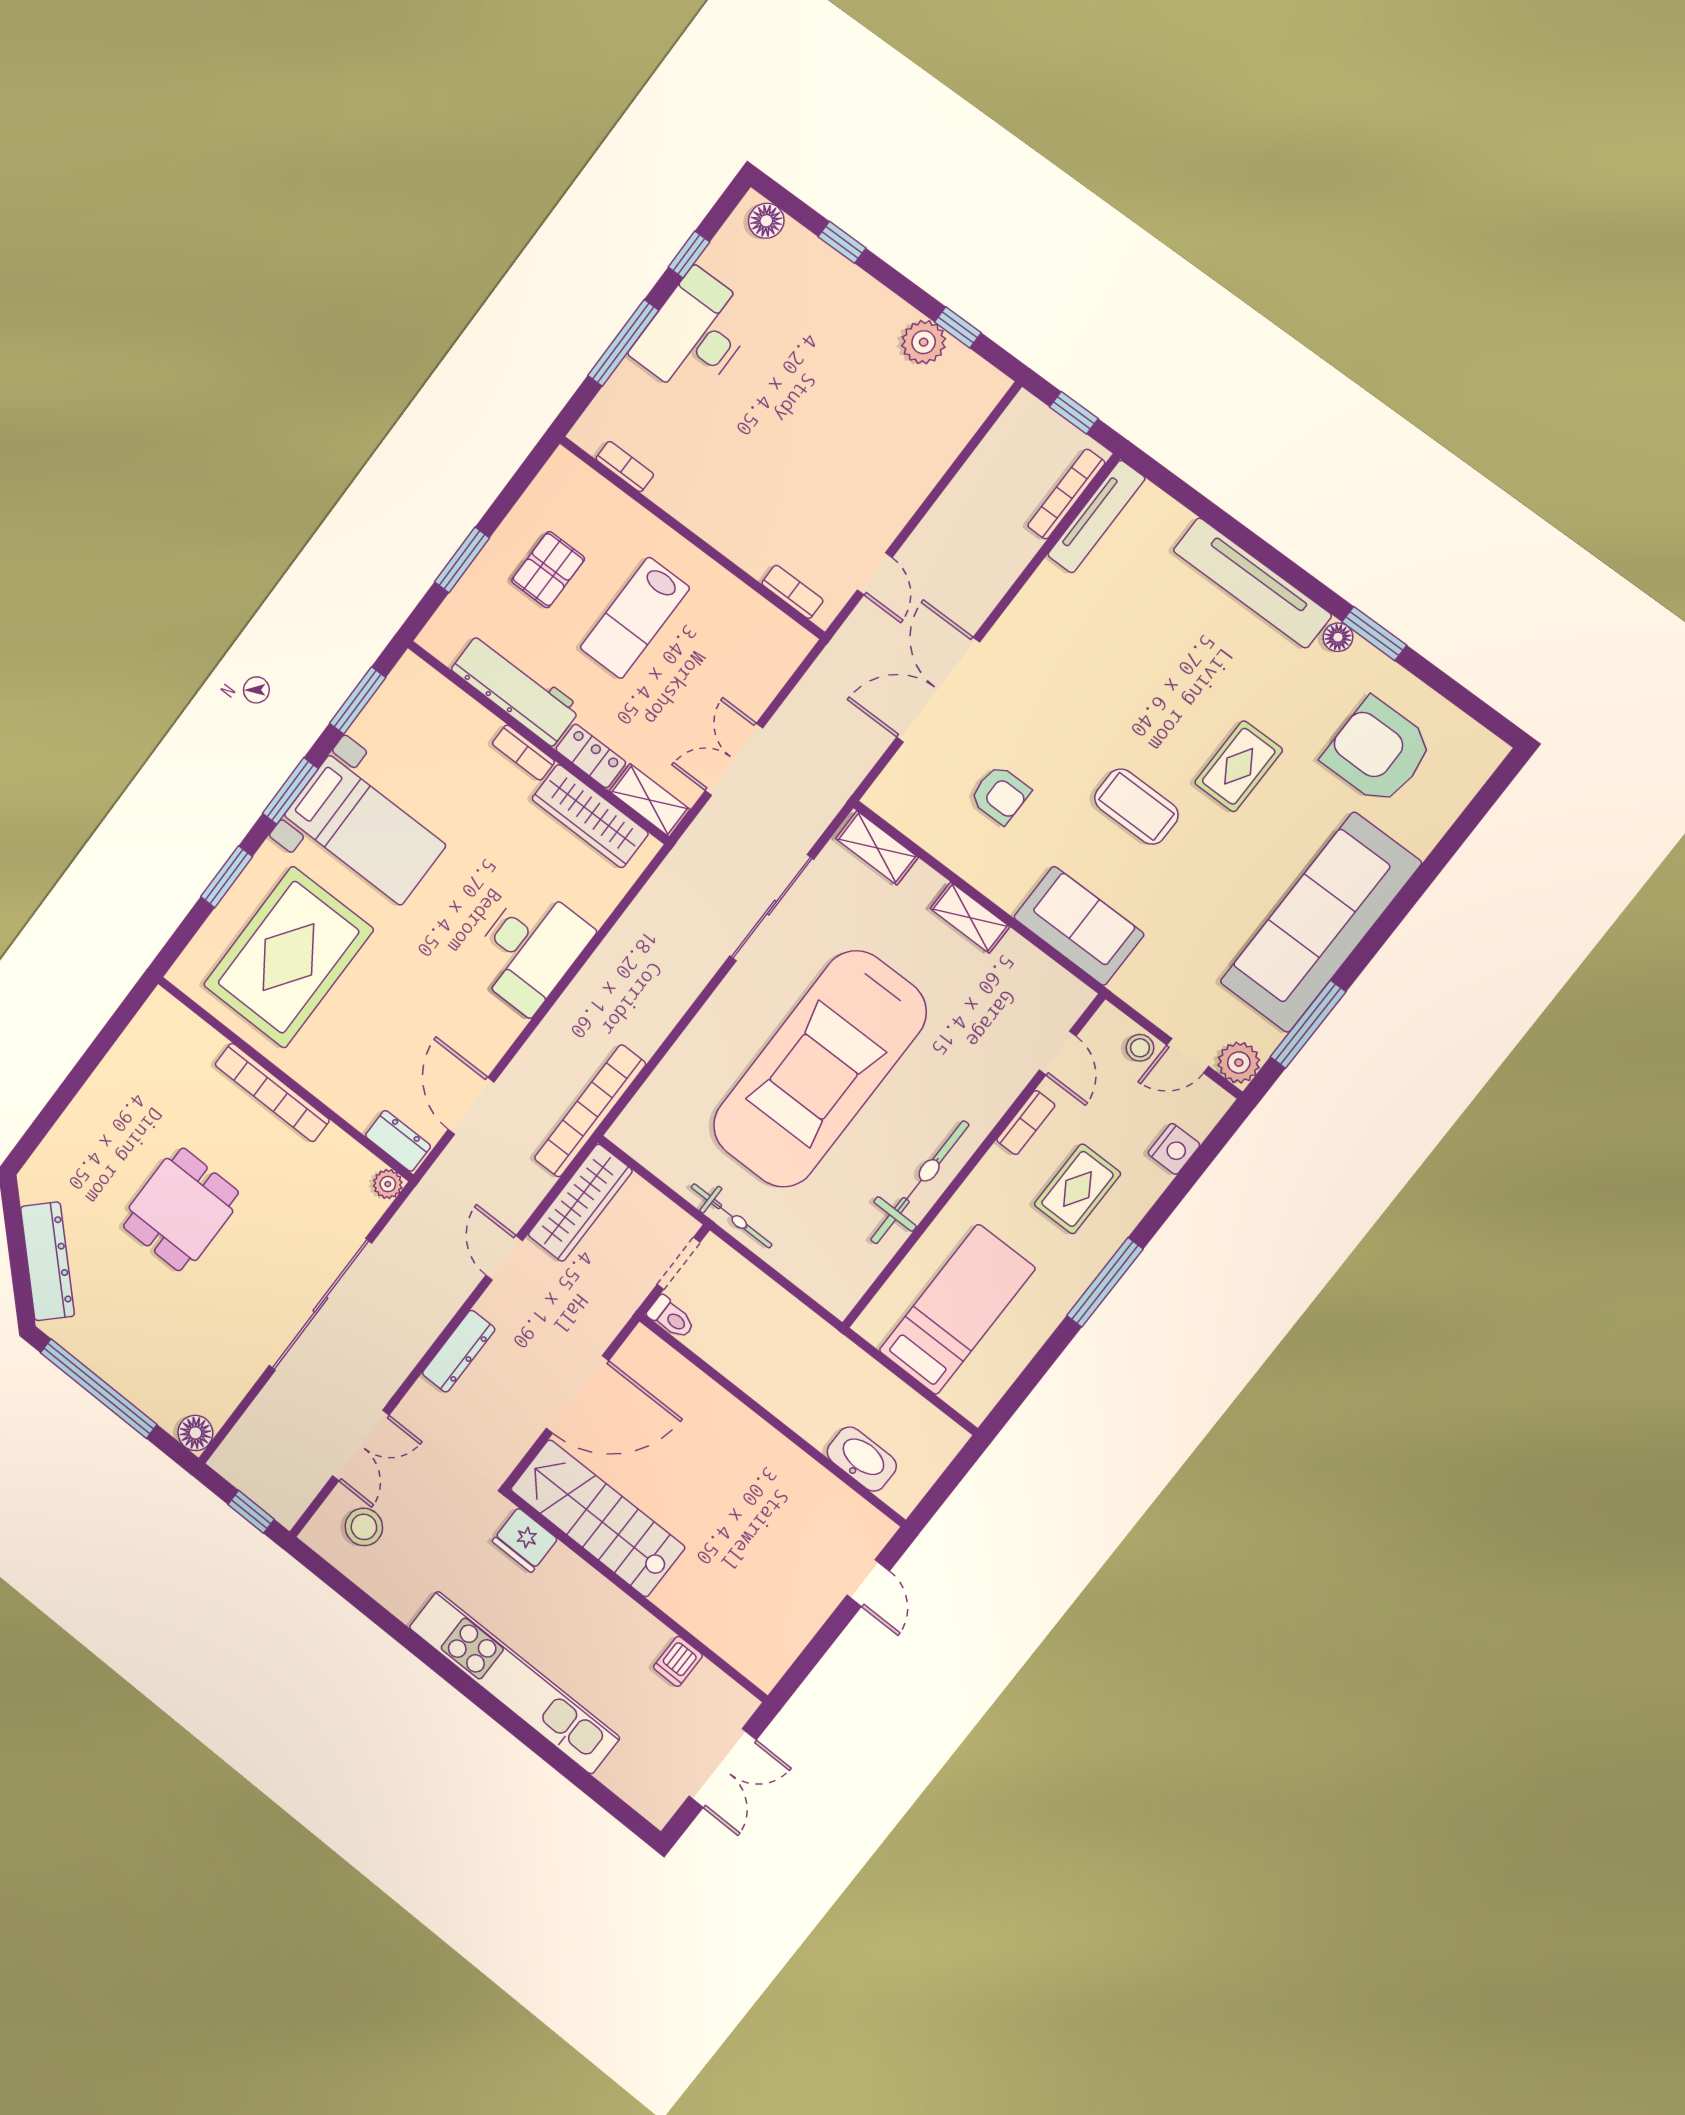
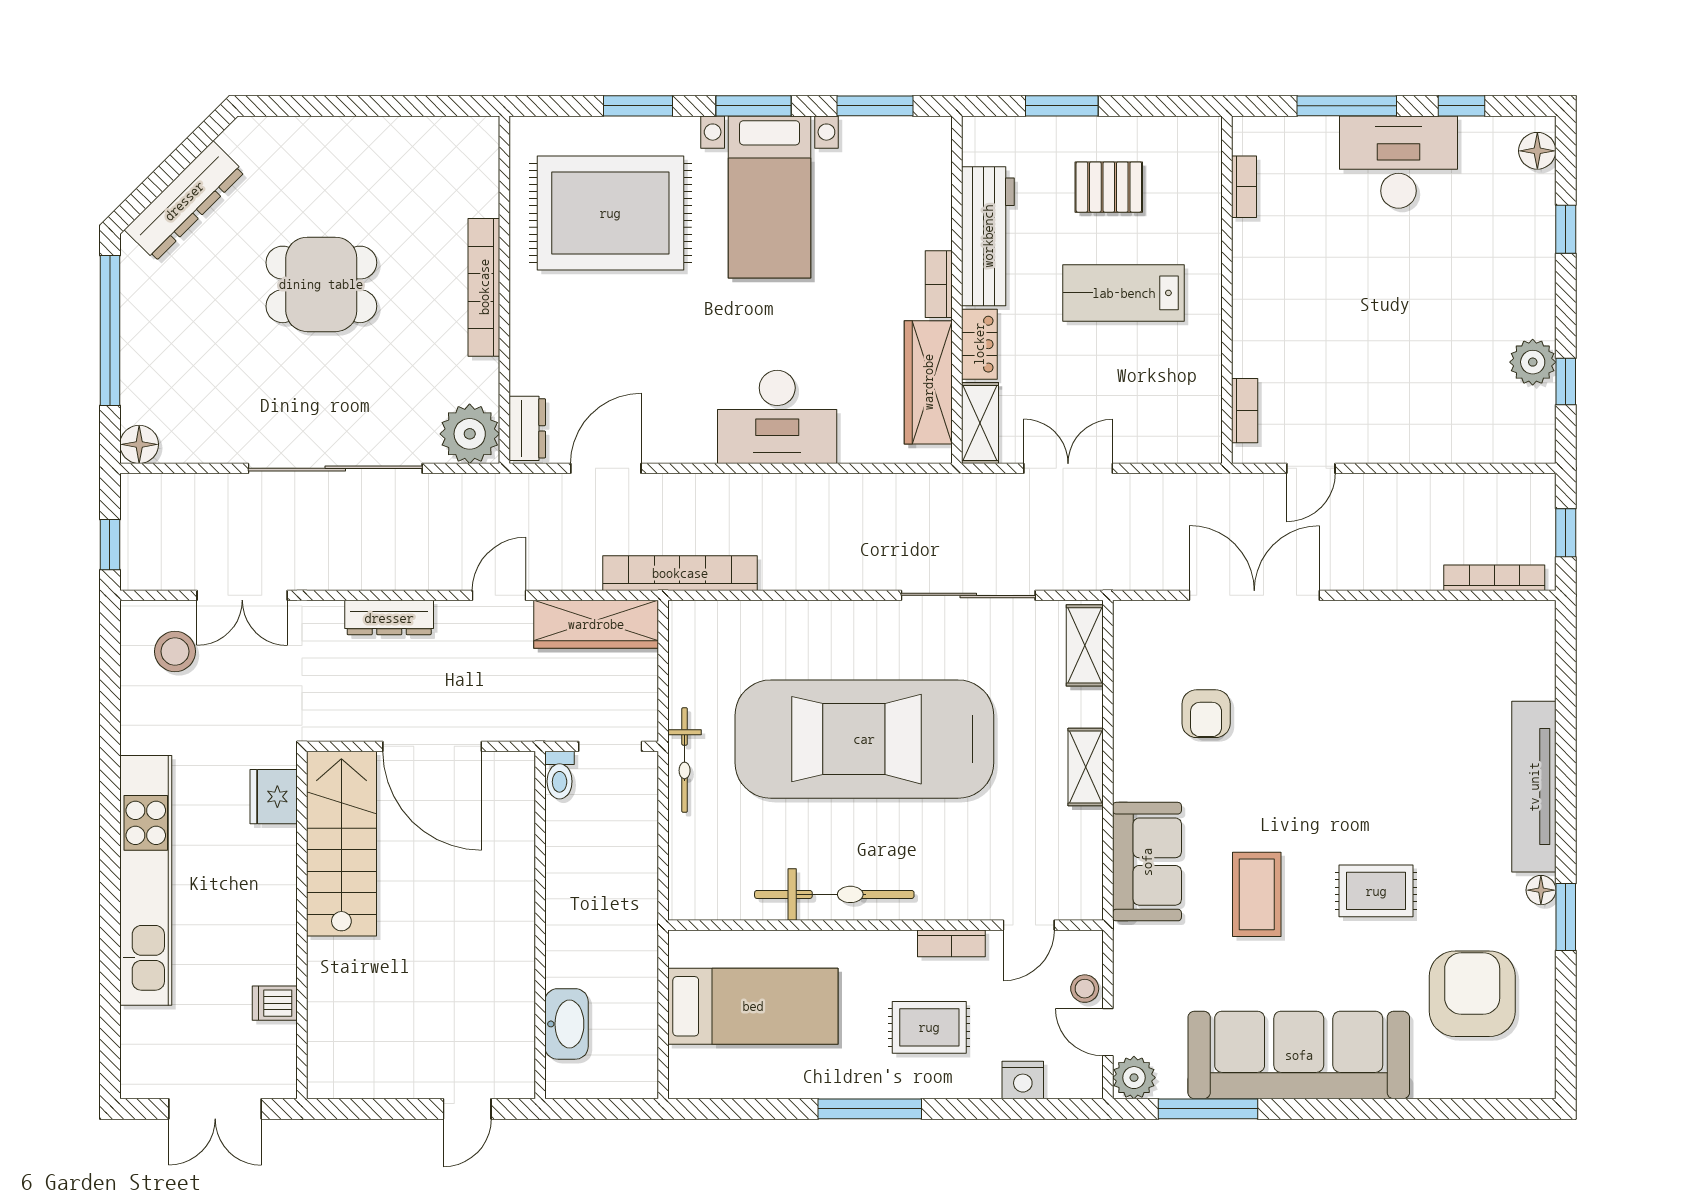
tv unit: (1096, 517) -> (1494, 617), removed
coffee table: (1136, 807) -> (1257, 894), moved
plant: (388, 1184) -> (470, 434), width x1.88, depth x1.88

